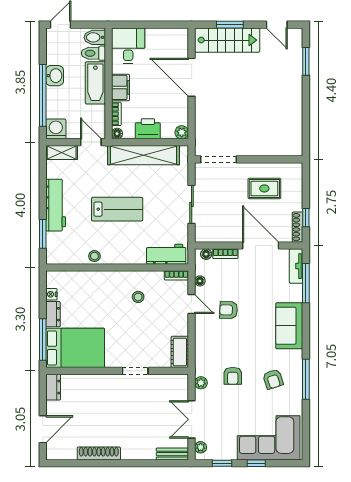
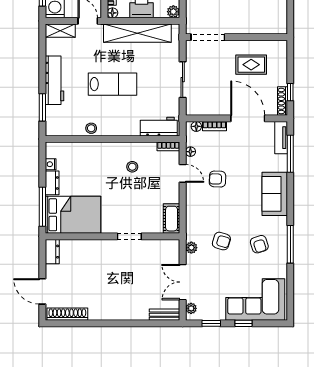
armchair: (233, 376) -> (221, 241), turned -73
door: (43, 429) -> (42, 291), swing flipped
shoe rack: (99, 454) -> (67, 314), moved

